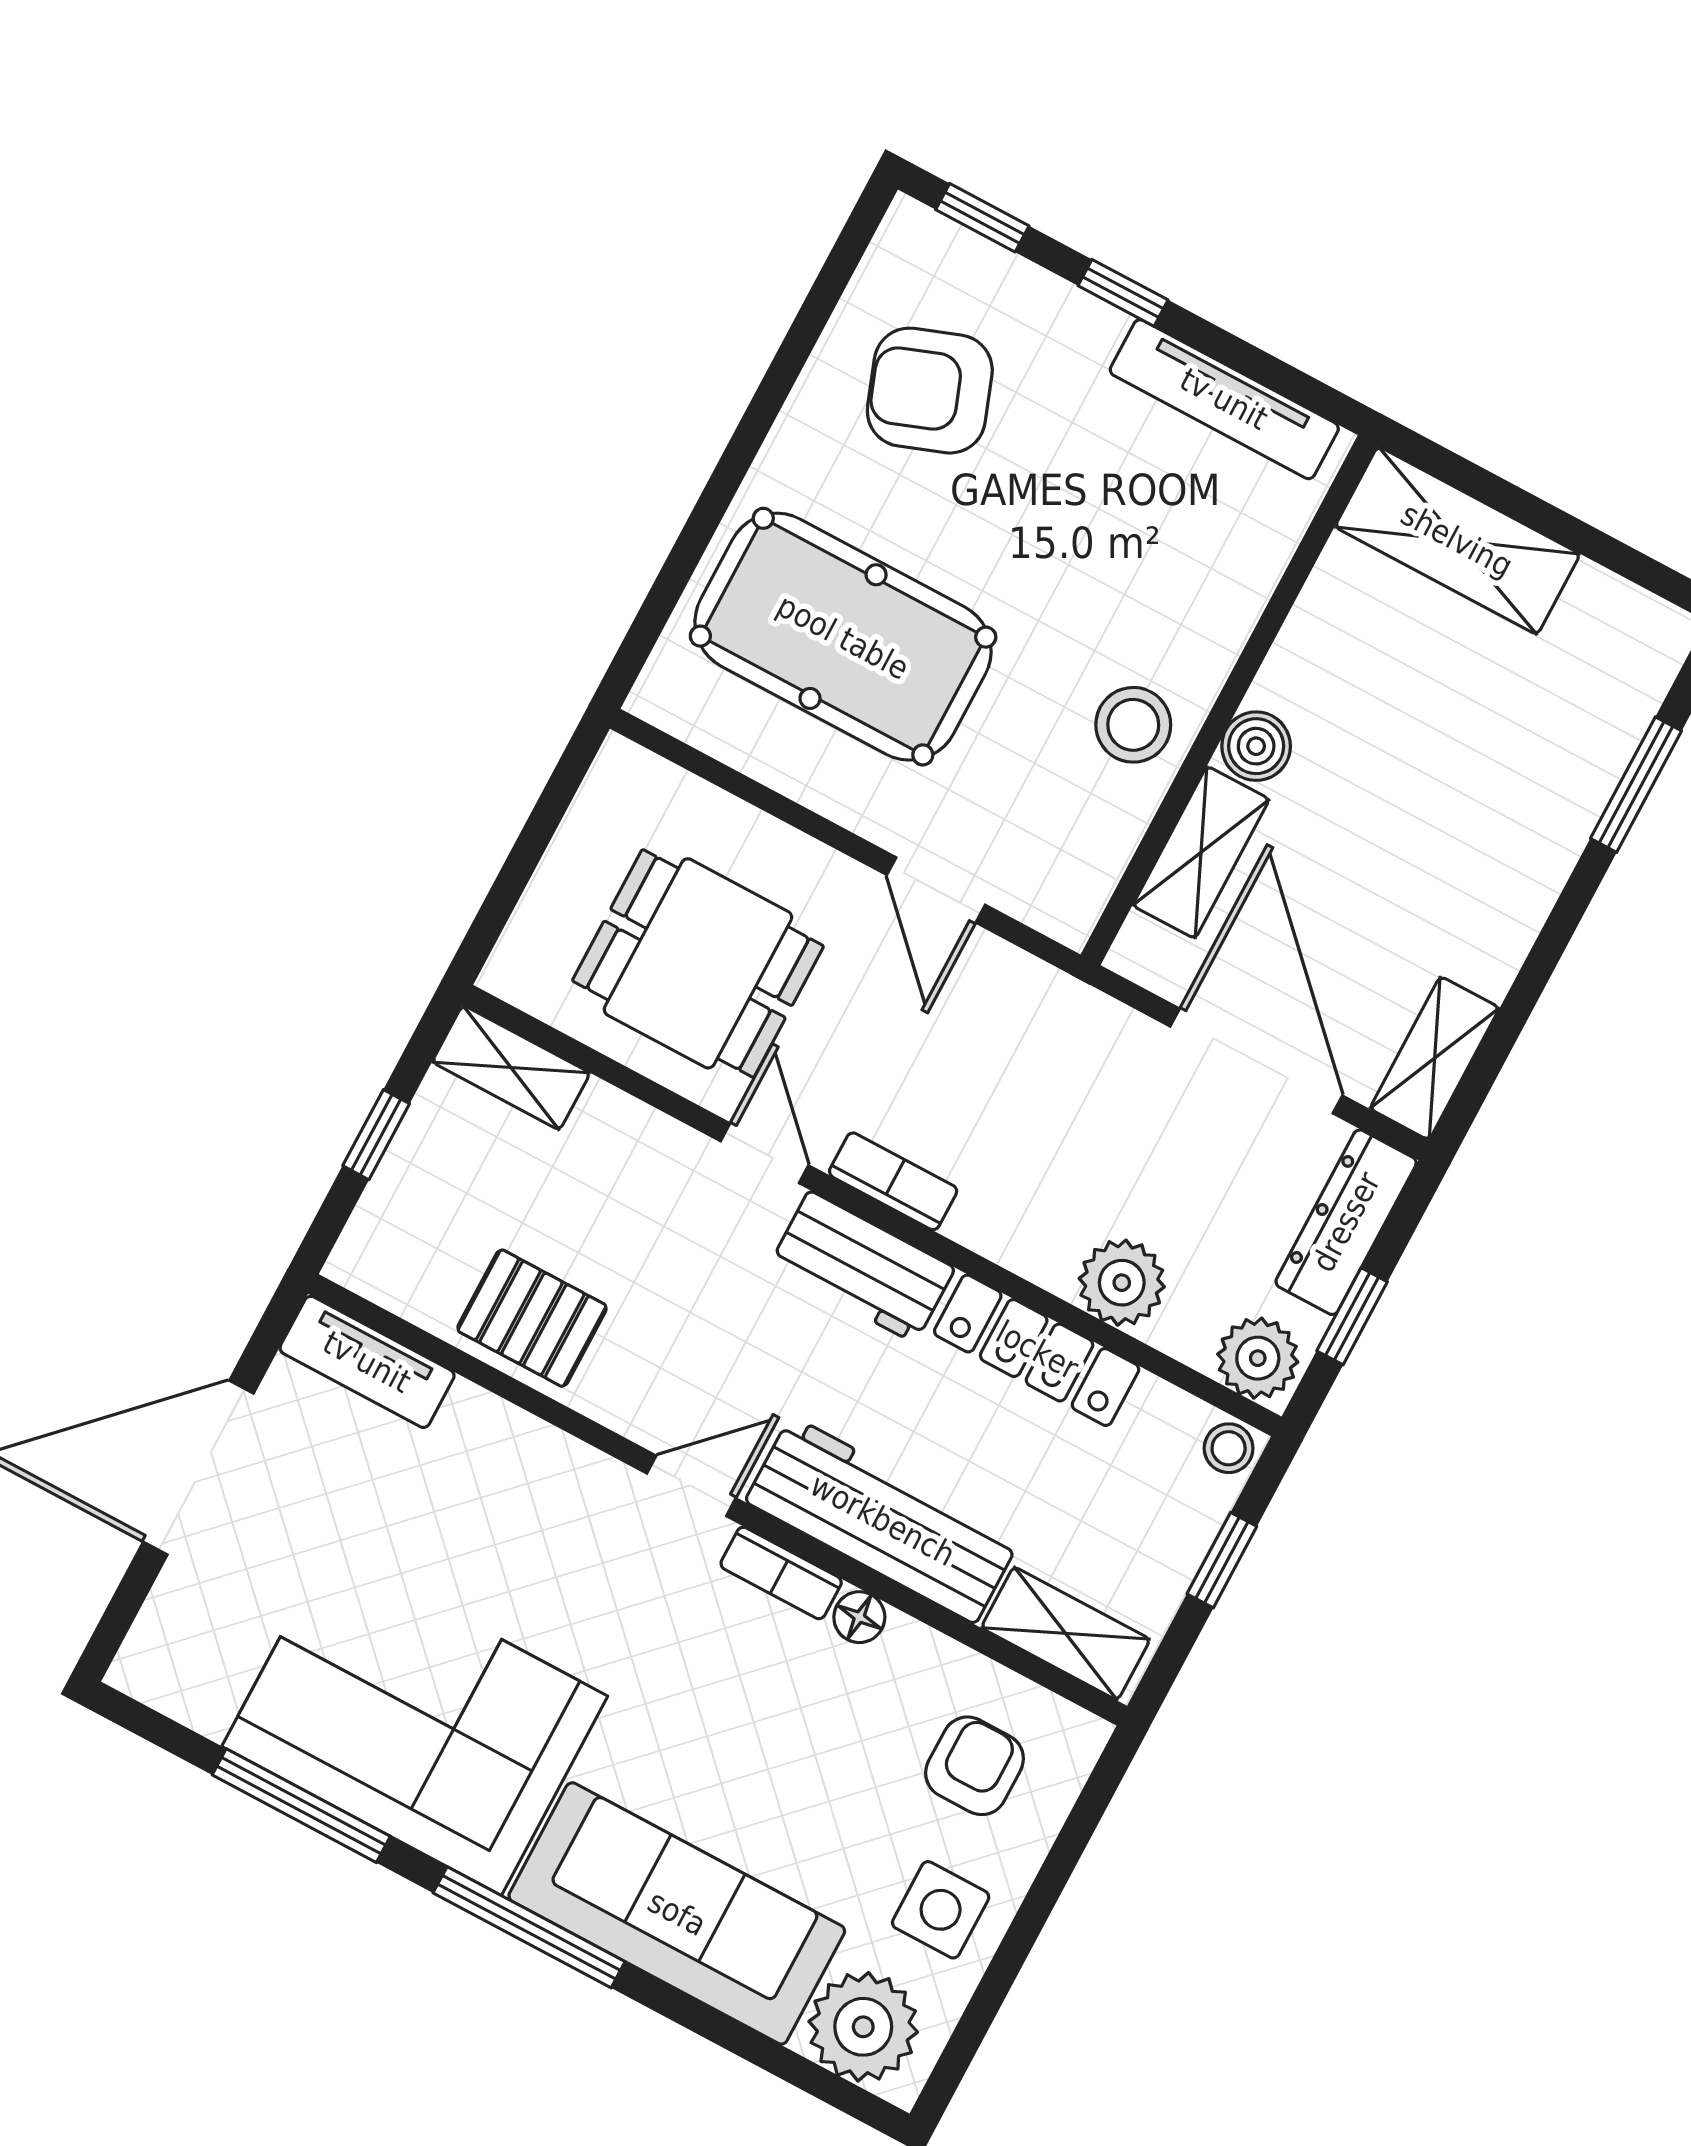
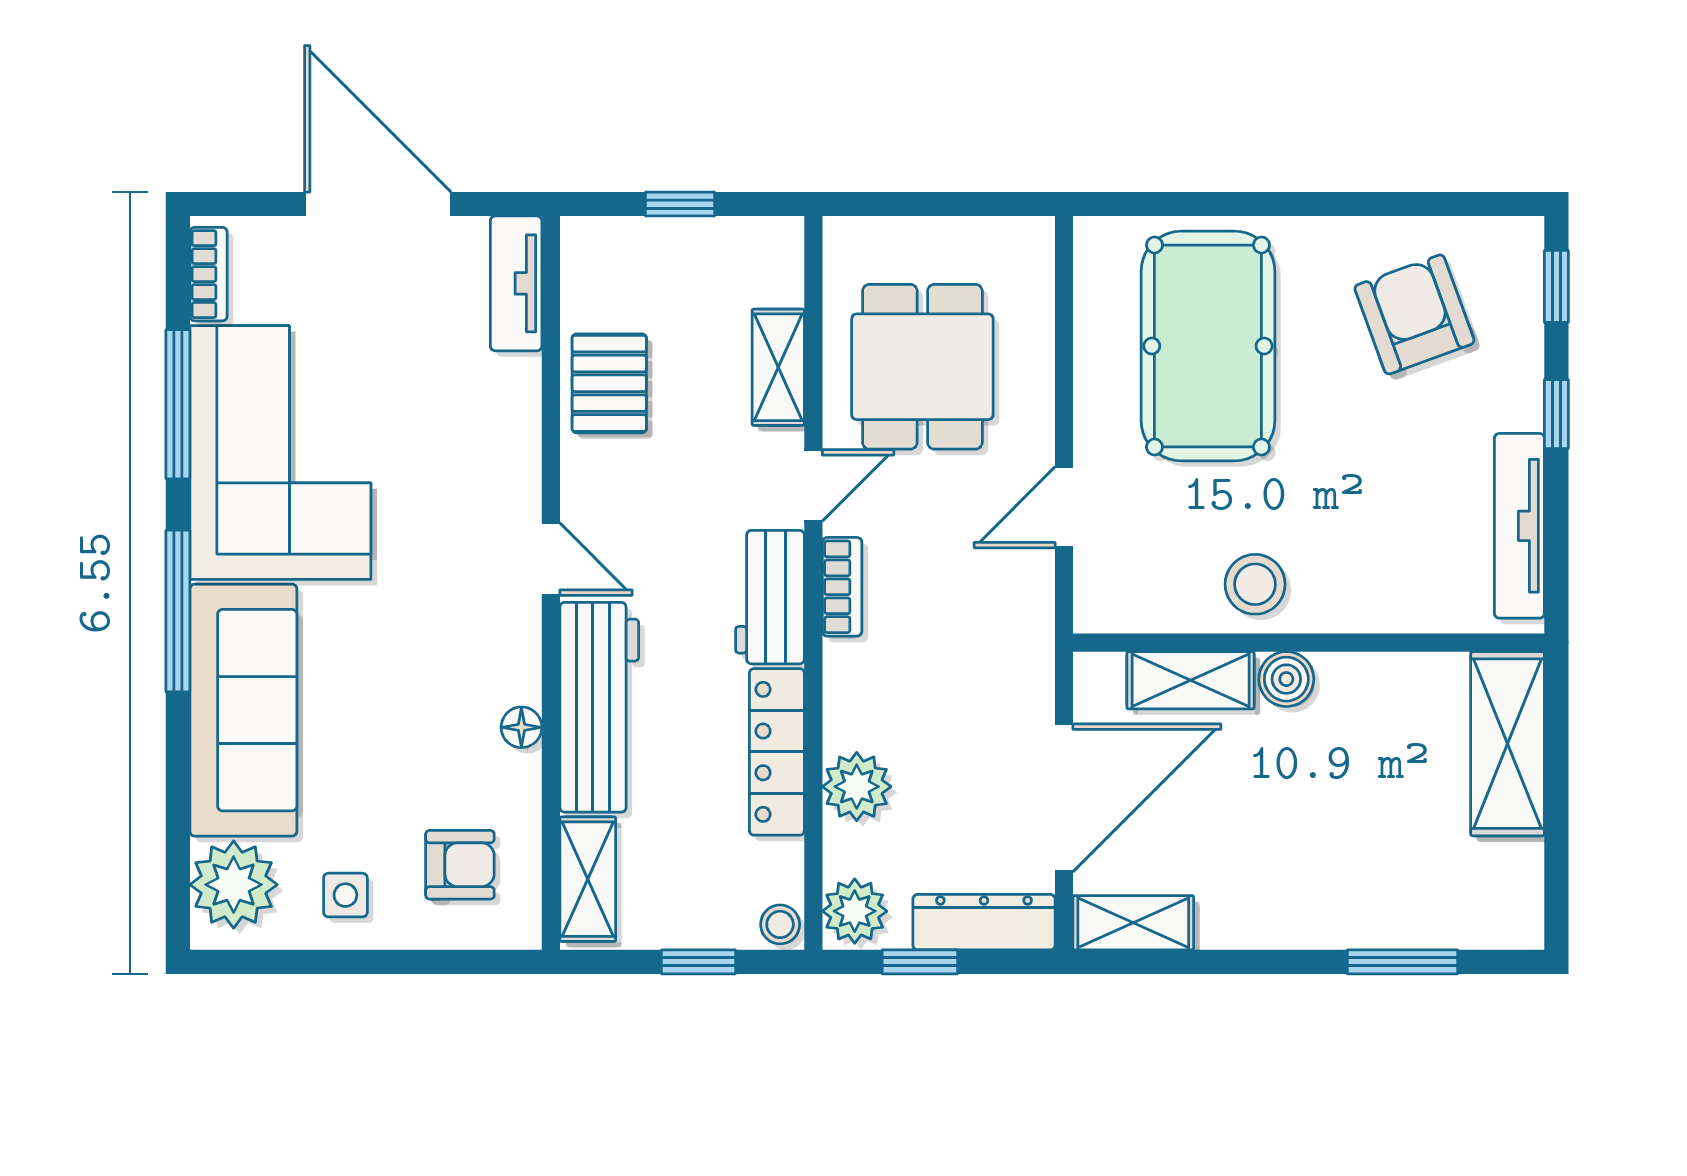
shelving: (511, 1068) -> (778, 367), moved
bookcase: (781, 1573) -> (208, 274), moved, turned 180
side table: (941, 1910) -> (345, 895), width x0.73, depth x0.73

